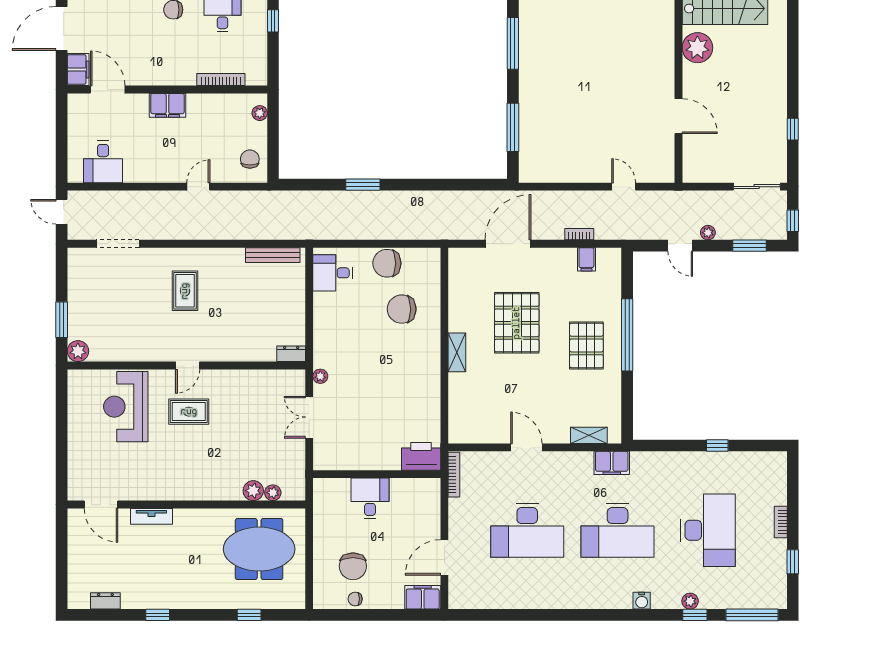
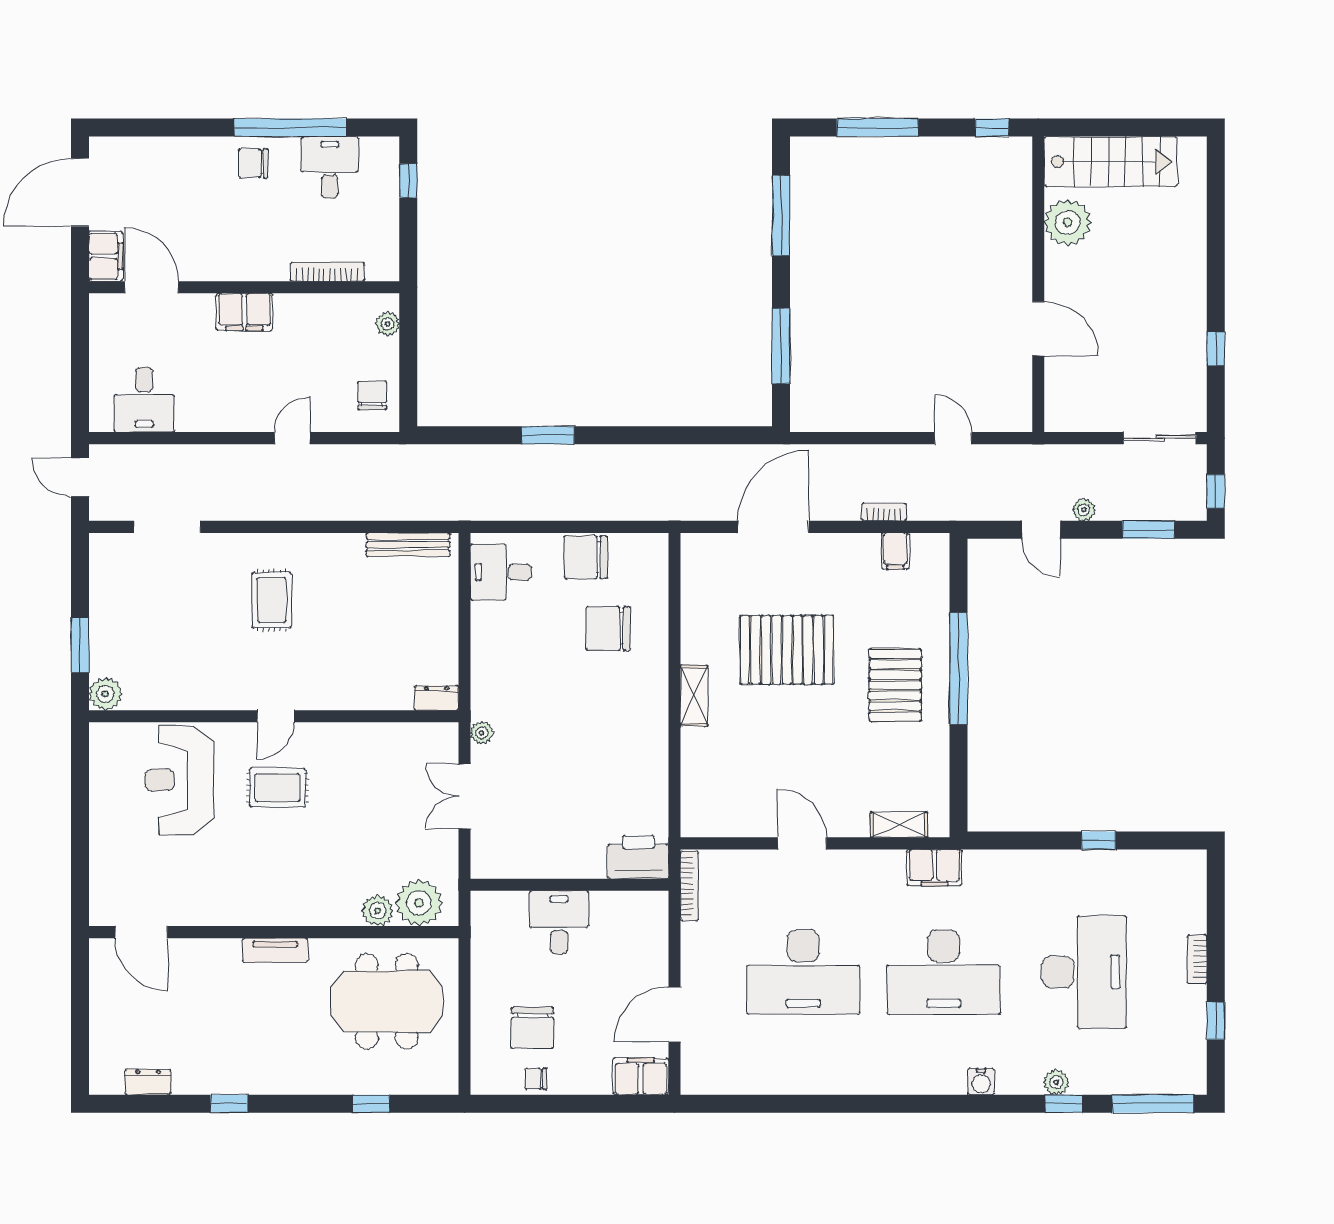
pallet: (517, 323) -> (787, 650), turned 90
plant: (273, 493) -> (419, 903), width x1.88, depth x1.88
tv unit: (151, 516) -> (275, 950), moved

